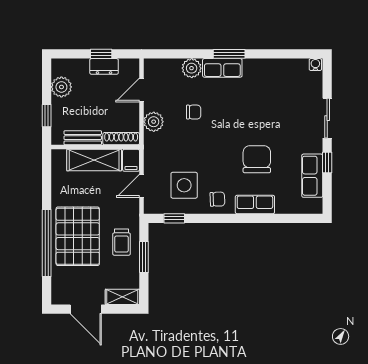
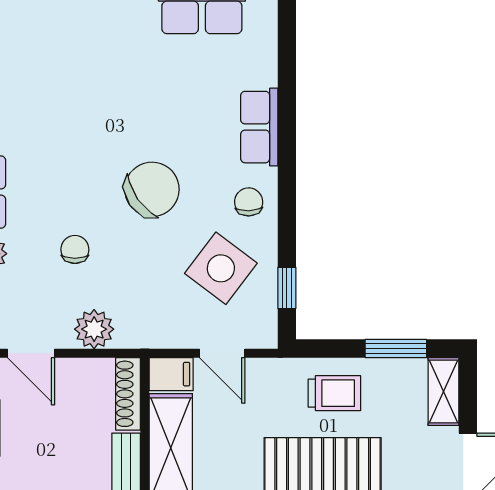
chair: (257, 159) -> (152, 189), moved, turned 145
side table: (184, 185) -> (221, 268), turned 37
window: (144, 257) -> (396, 348), moved

